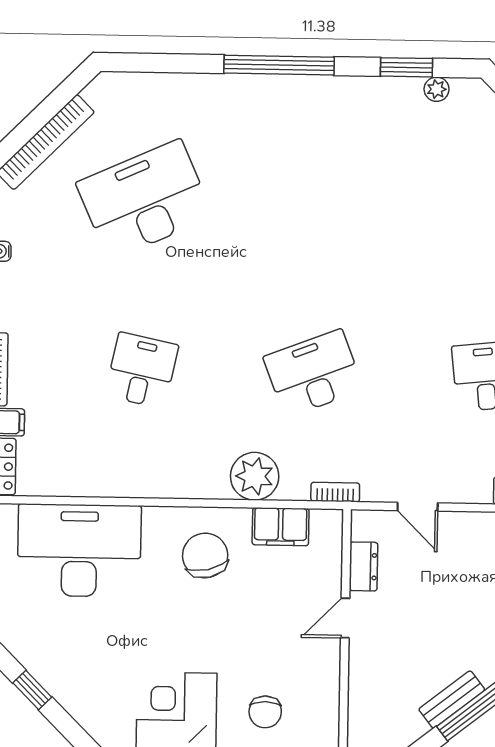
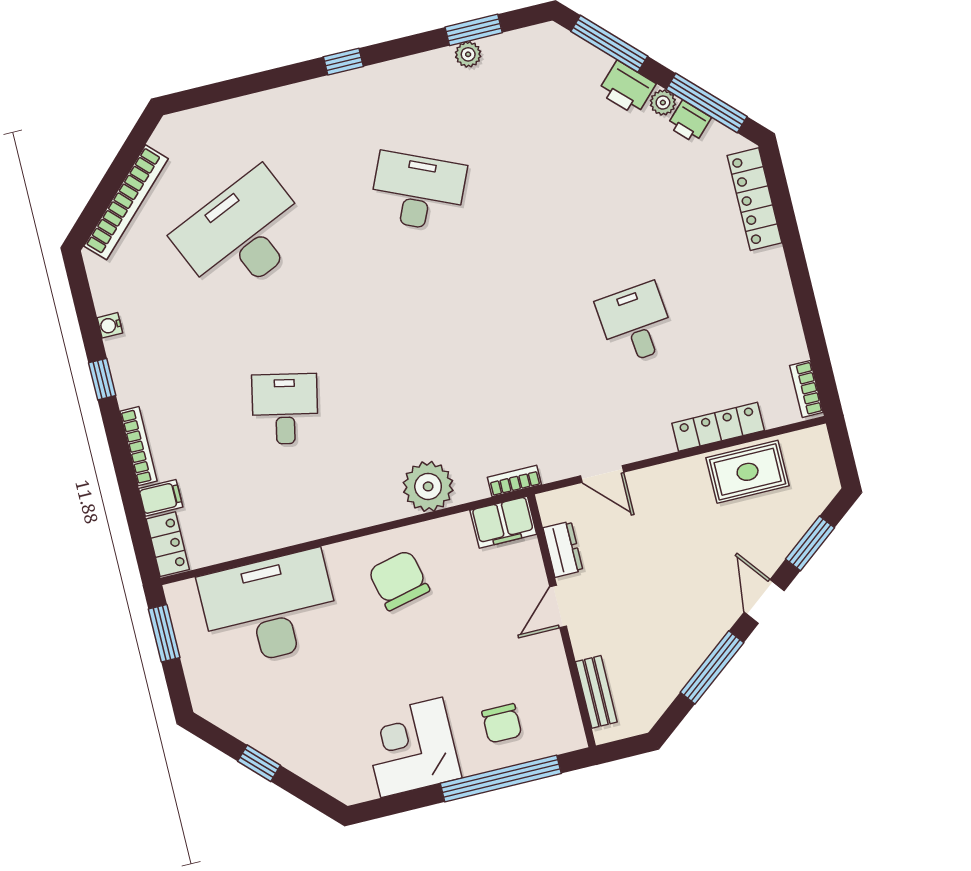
window: (279, 65) -> (343, 62), width x0.32
plant: (437, 89) -> (468, 54), moved
desk: (313, 373) -> (418, 192), moved, turned 45
filing cabinet: (281, 527) -> (503, 522), moved
bench: (452, 699) -> (596, 692), moved, turned -52

